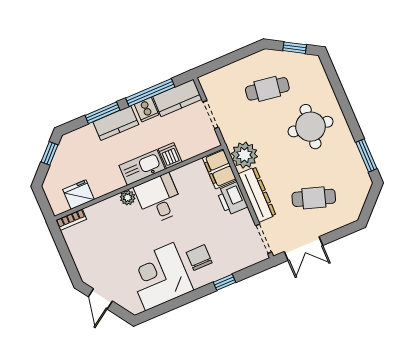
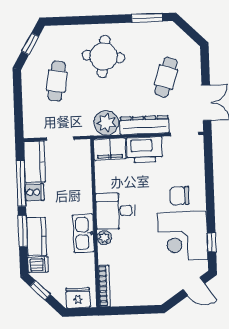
kitchen counter: (116, 123) -> (37, 237), moved
dishwasher: (170, 156) -> (38, 265), moved, turned 180
kitchen sink: (142, 167) -> (84, 233), moved
fridge: (78, 195) -> (78, 298), moved, turned 90
printer: (232, 199) -> (145, 150), width x1.37, depth x1.19
bookcase: (71, 220) -> (104, 286), width x1.56
window: (225, 282) -> (212, 242), moved
door: (100, 299) -> (194, 286), moved

